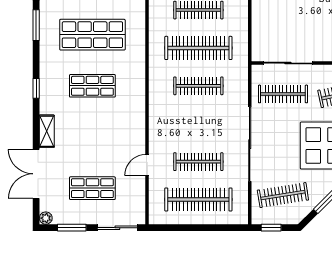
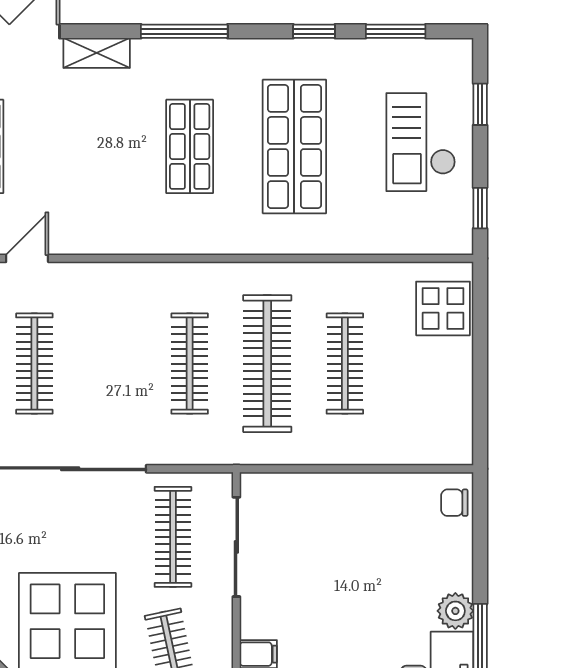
window: (36, 25) -> (314, 31), width x0.67
window: (36, 88) -> (184, 31), width x2.17
door: (147, 165) -> (27, 258), hinge flipped

